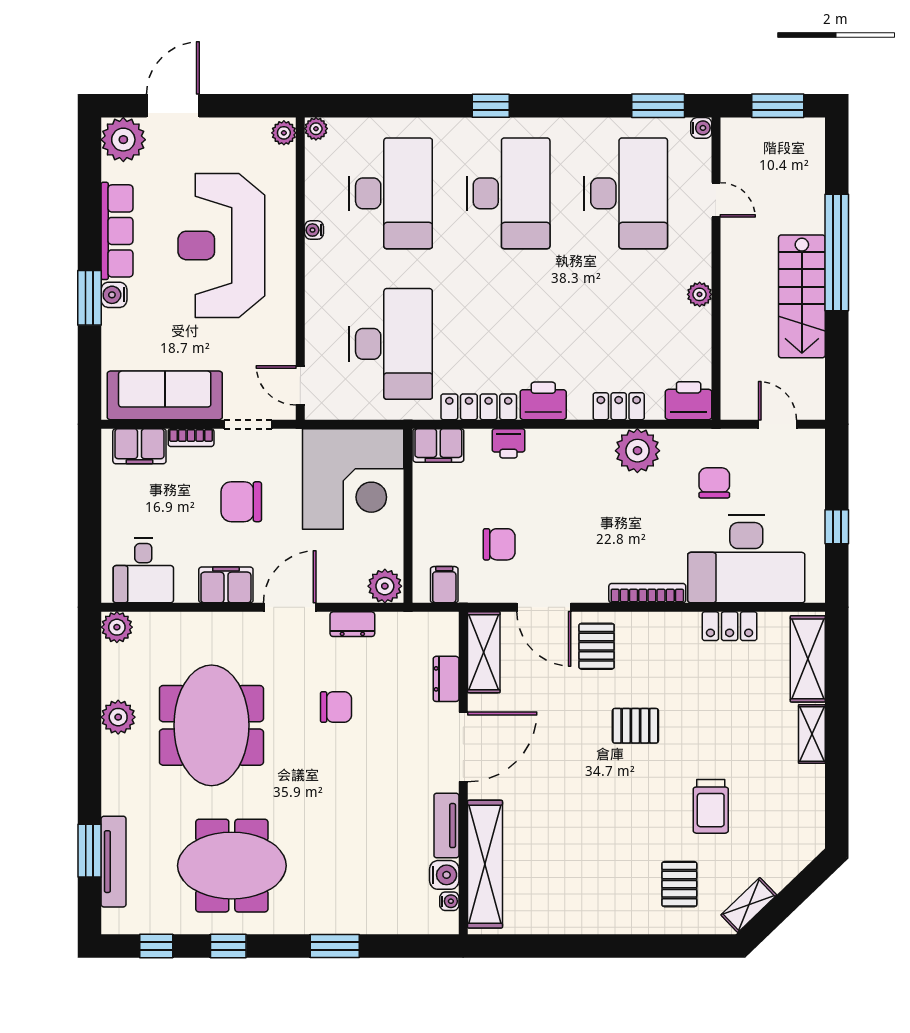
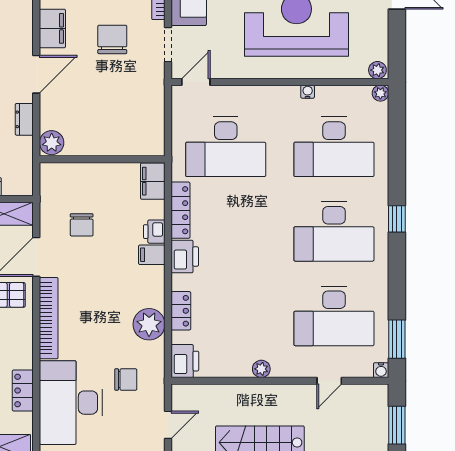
corner desk: (353, 479) -> (129, 120), removed
filing cabinet: (444, 585) -> (152, 255), moved, turned 180
bookcase: (647, 593) -> (49, 318), width x1.48, depth x1.31
door: (290, 607) -> (36, 74), hinge flipped

